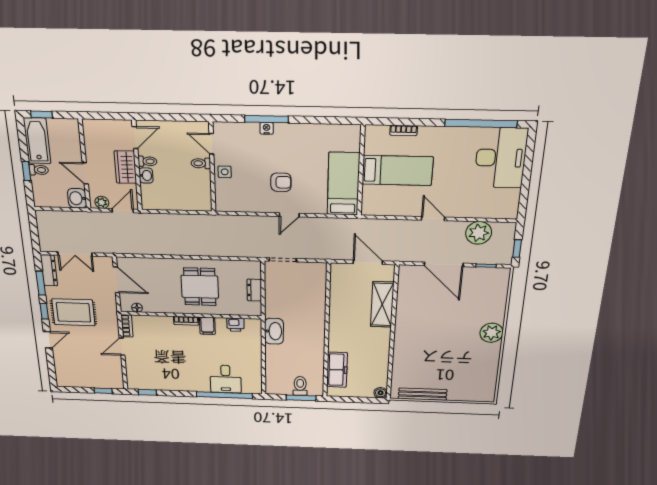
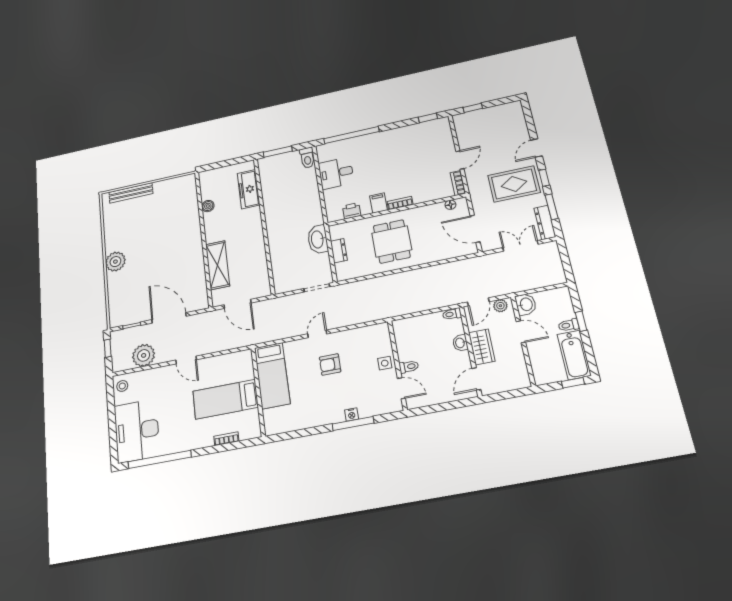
toilet: (147, 161) -> (452, 314), moved
stool: (508, 207) -> (122, 386), added
washbasin: (274, 331) -> (318, 239), moved
desk: (226, 379) -> (336, 173), moved, turned -90
toilet: (300, 386) -> (307, 158), moved
boiler: (381, 393) -> (208, 206), moved
bench: (423, 394) -> (131, 193), moved

